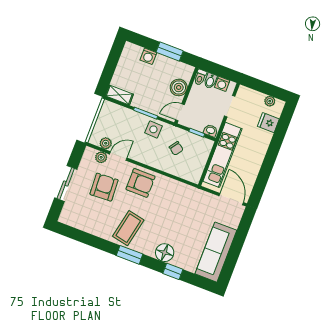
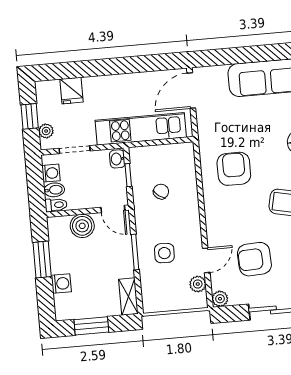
window: (112, 62) -> (91, 326), added
window: (265, 88) -> (30, 116), added
plant: (270, 101) -> (46, 131), moved
side table: (153, 129) -> (164, 253), moved
door: (118, 156) -> (206, 260), swing flipped
plant: (101, 157) -> (220, 299), moved
armchair: (141, 183) -> (234, 169), moved

